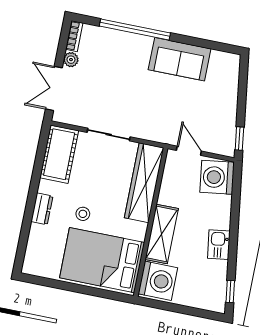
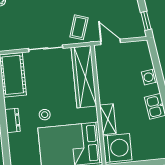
coffee table: (156, 121) -> (79, 27), added
washing machine: (217, 177) -> (150, 77), moved, width x0.53, depth x0.53
shelving: (162, 234) -> (108, 119), width x0.67, depth x0.75

